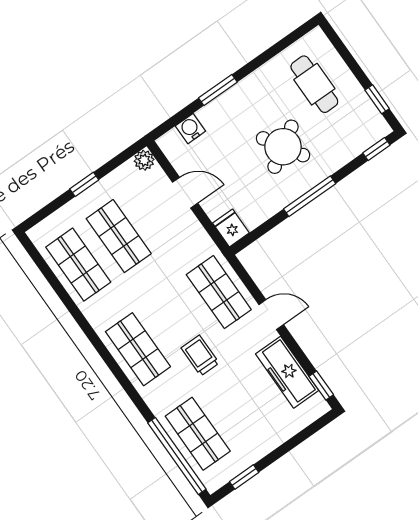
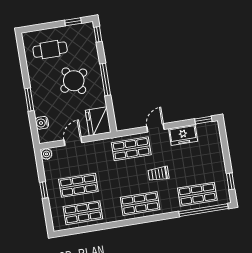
fridge: (231, 228) -> (98, 121), width x1.88, depth x1.34
freezer: (287, 372) -> (183, 135), width x0.71

